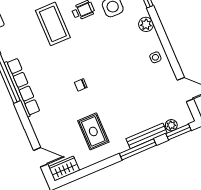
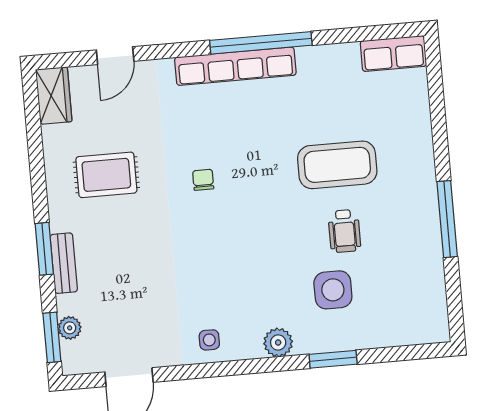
bench: (147, 136) -> (64, 263), width x0.73
window: (138, 149) -> (44, 249), width x0.69
door: (41, 157) -> (115, 56), moved

